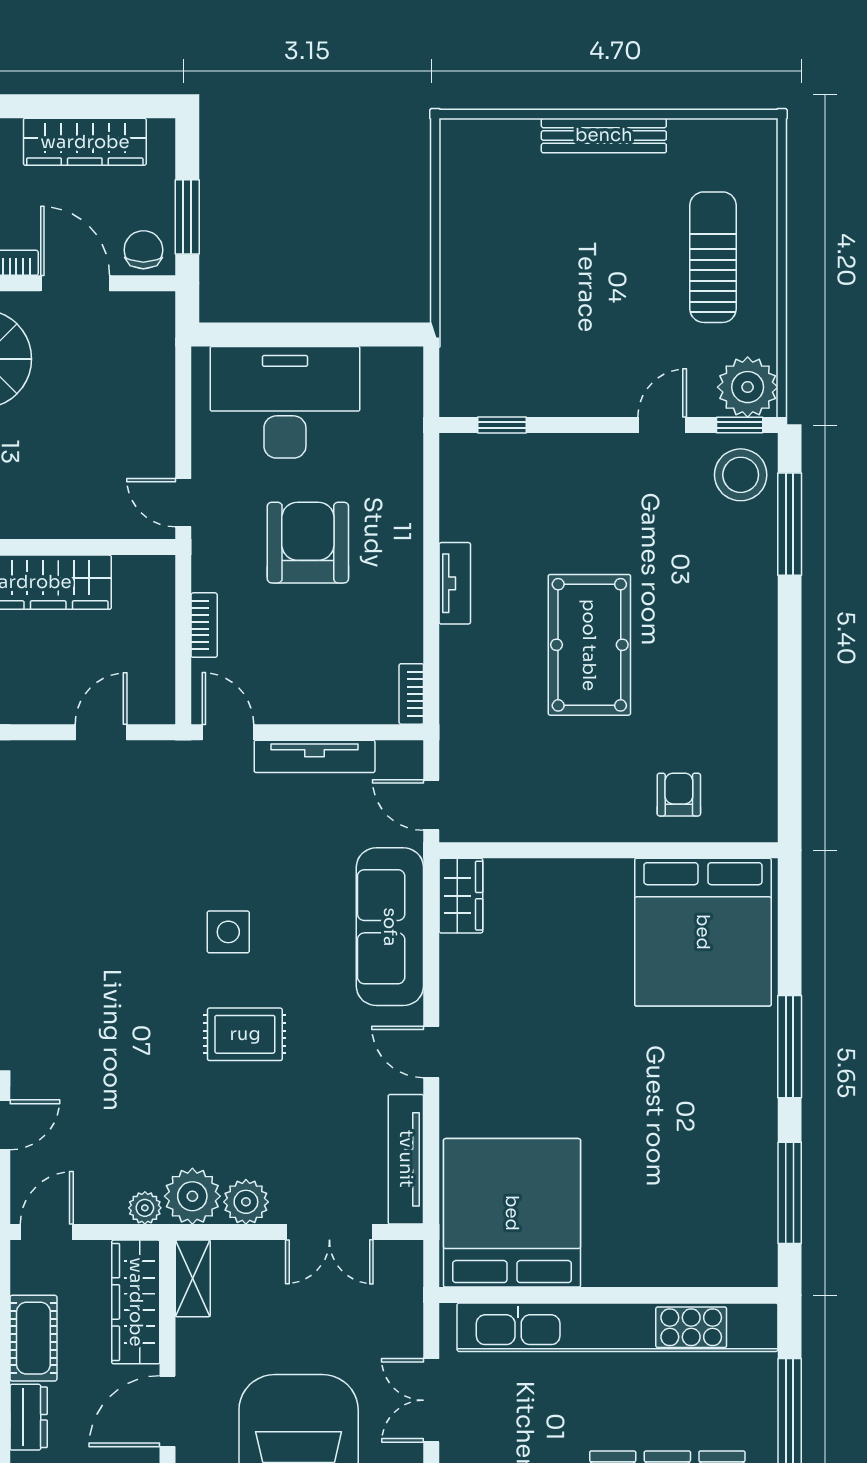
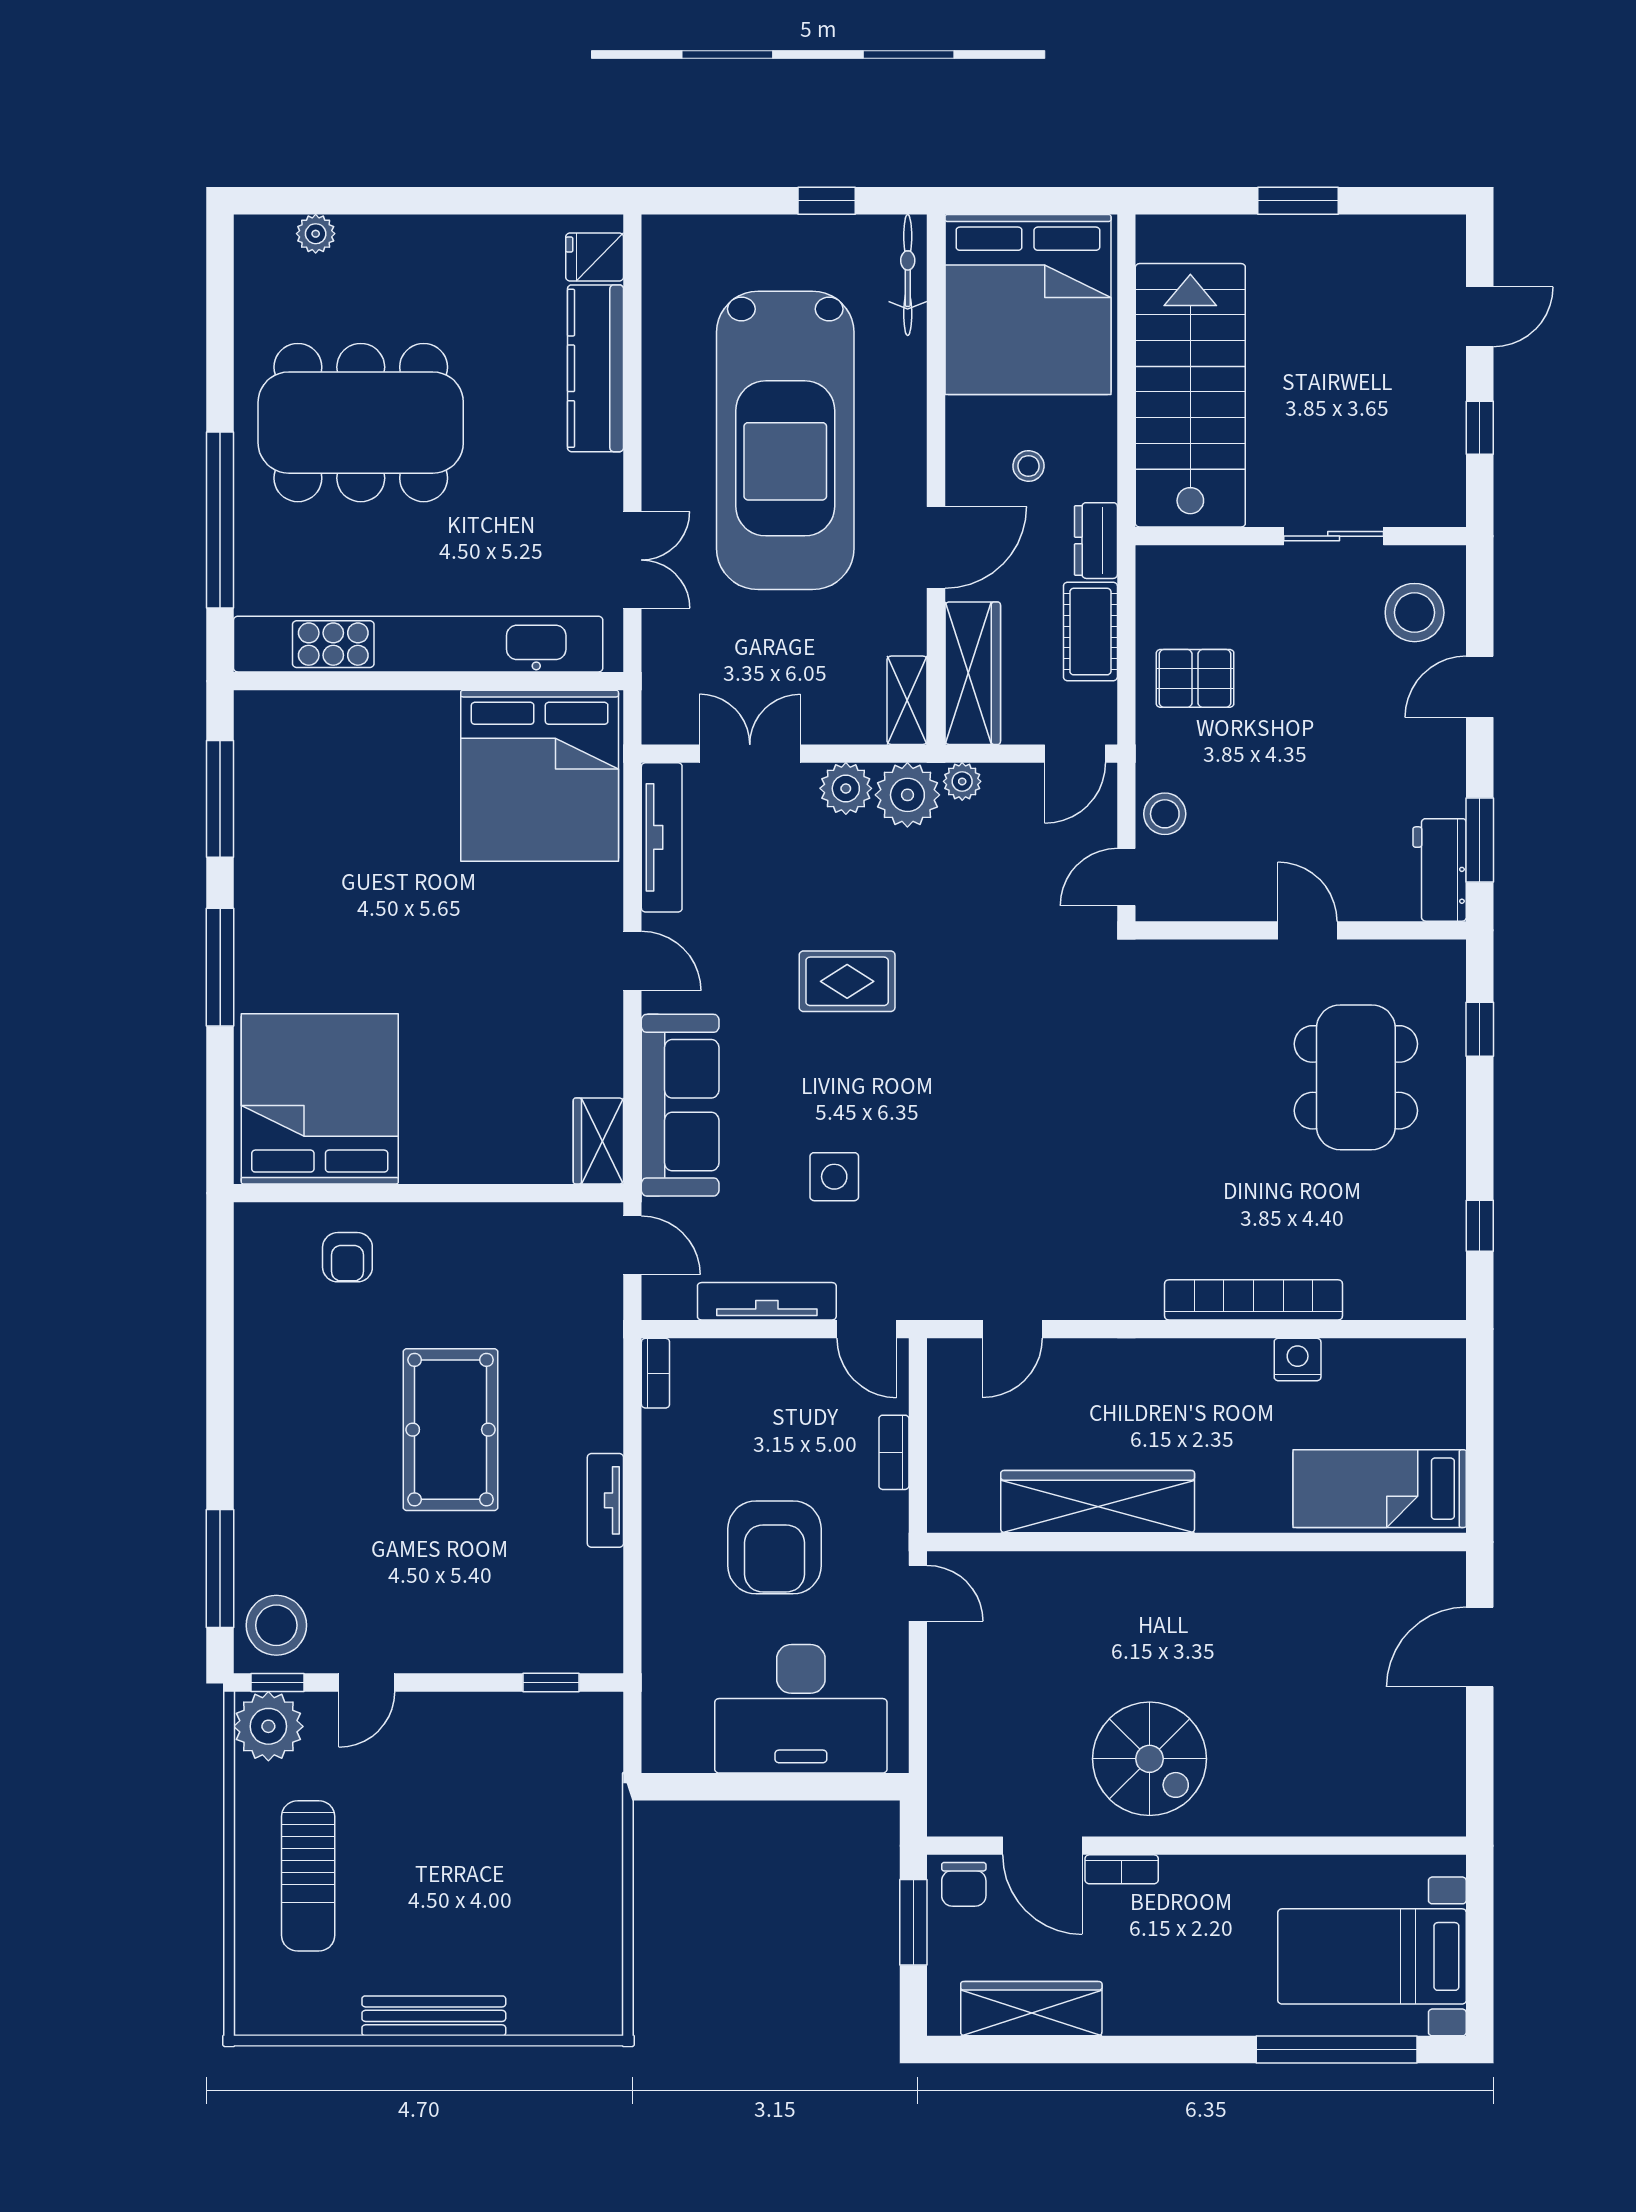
side table: (228, 932) -> (834, 1177), moved

